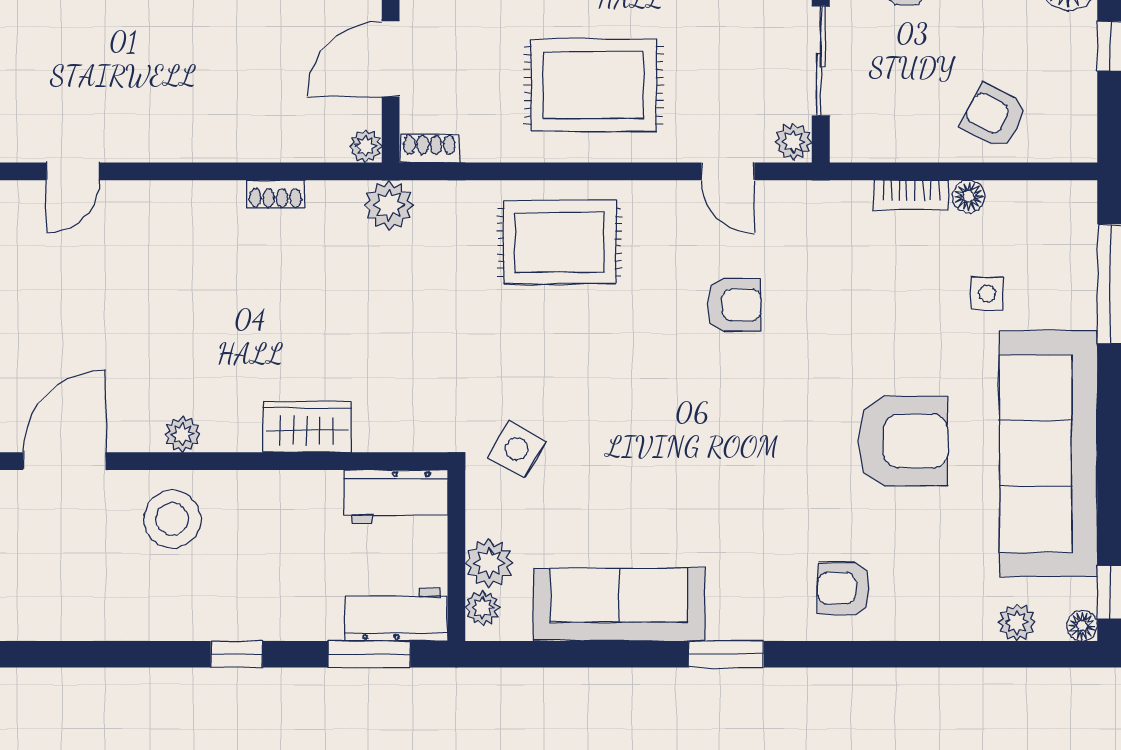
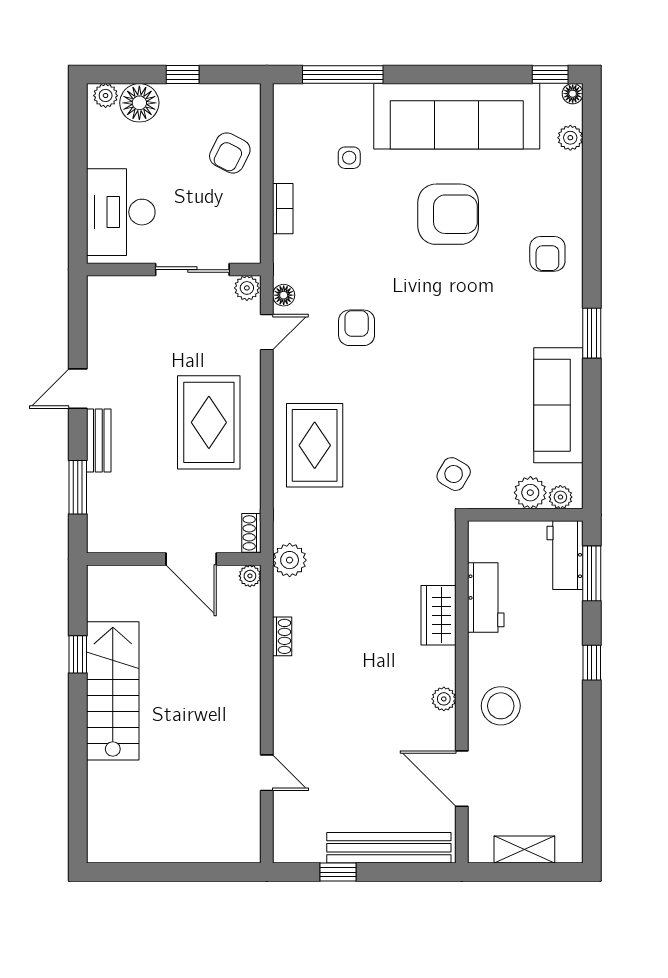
floor lamp: (968, 196) -> (284, 295), moved
armchair: (903, 441) -> (448, 214), turned 90
workbench: (396, 497) -> (486, 598), moved

